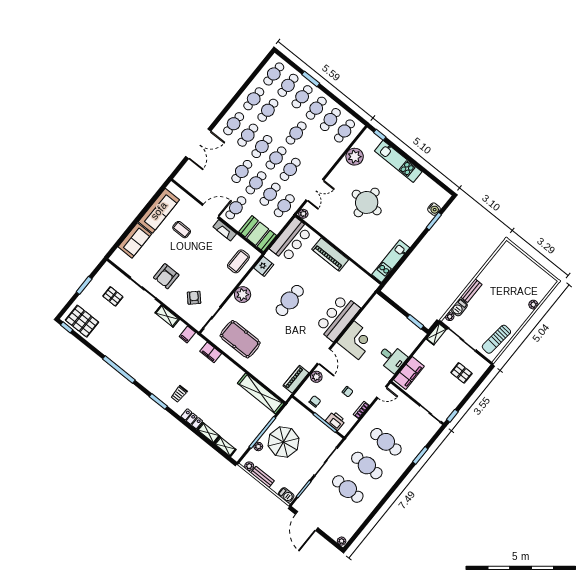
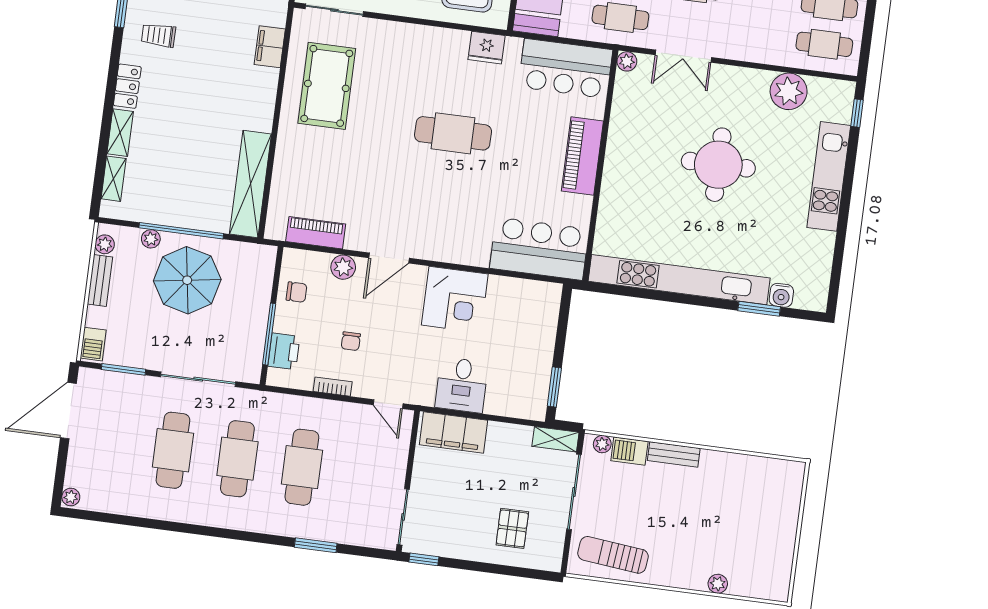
kitchen unit: (391, 261) -> (679, 280), width x1.86
plant: (243, 295) -> (411, 40), removed
bar counter: (338, 318) -> (539, 249), moved

